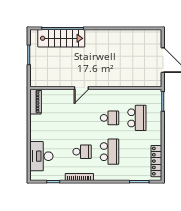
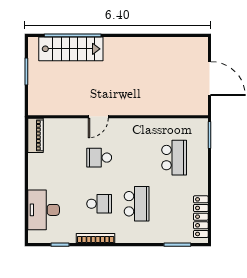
school desk: (109, 118) -> (99, 158), moved, turned 180

